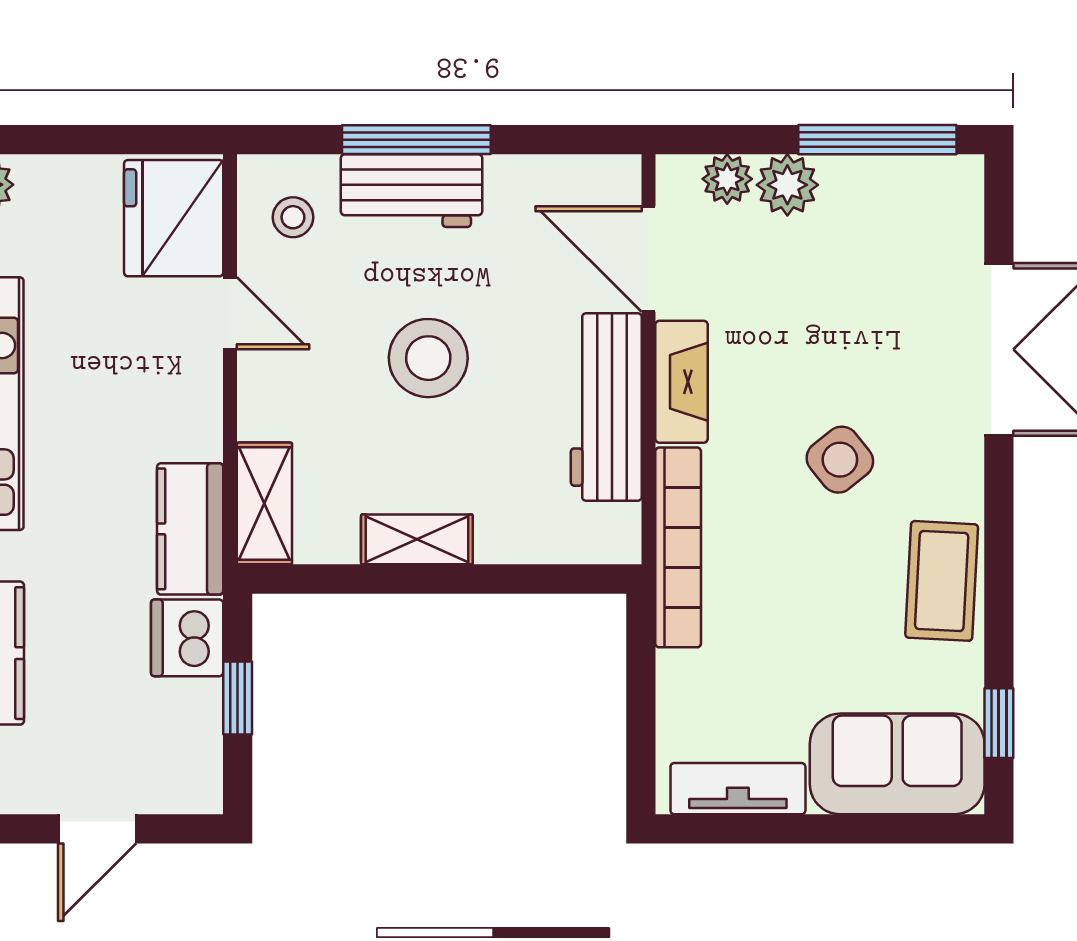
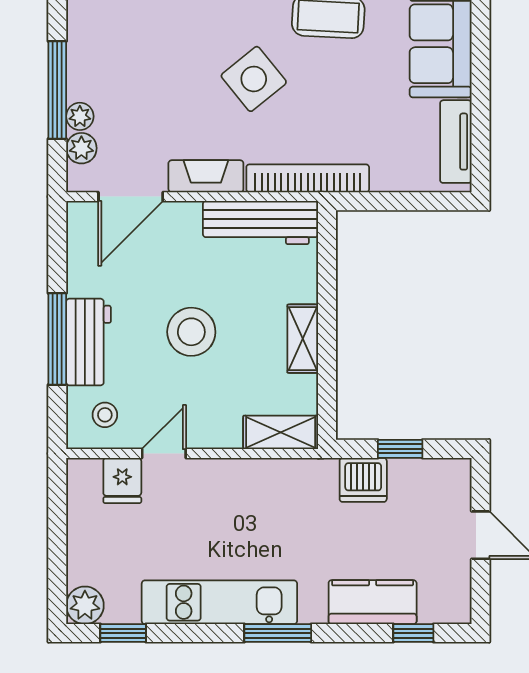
window: (877, 140) -> (57, 90), moved
plant: (787, 185) -> (80, 116), width x0.73, depth x0.73
fridge: (174, 218) -> (122, 480), width x0.53, depth x0.75
workbench: (606, 407) -> (260, 222), moved
side table: (840, 460) -> (254, 79), width x1.37, depth x1.37
kitchen counter: (190, 529) -> (296, 478), removed

